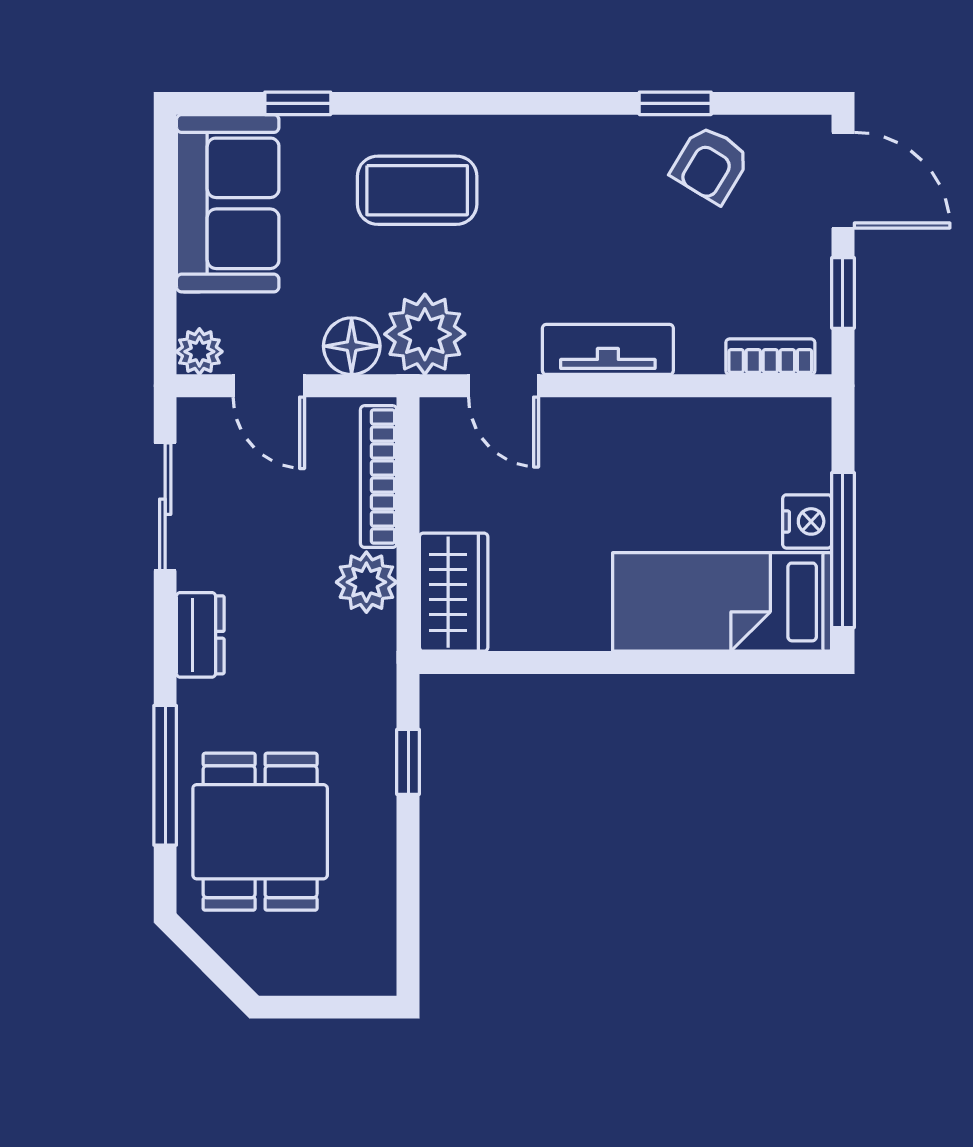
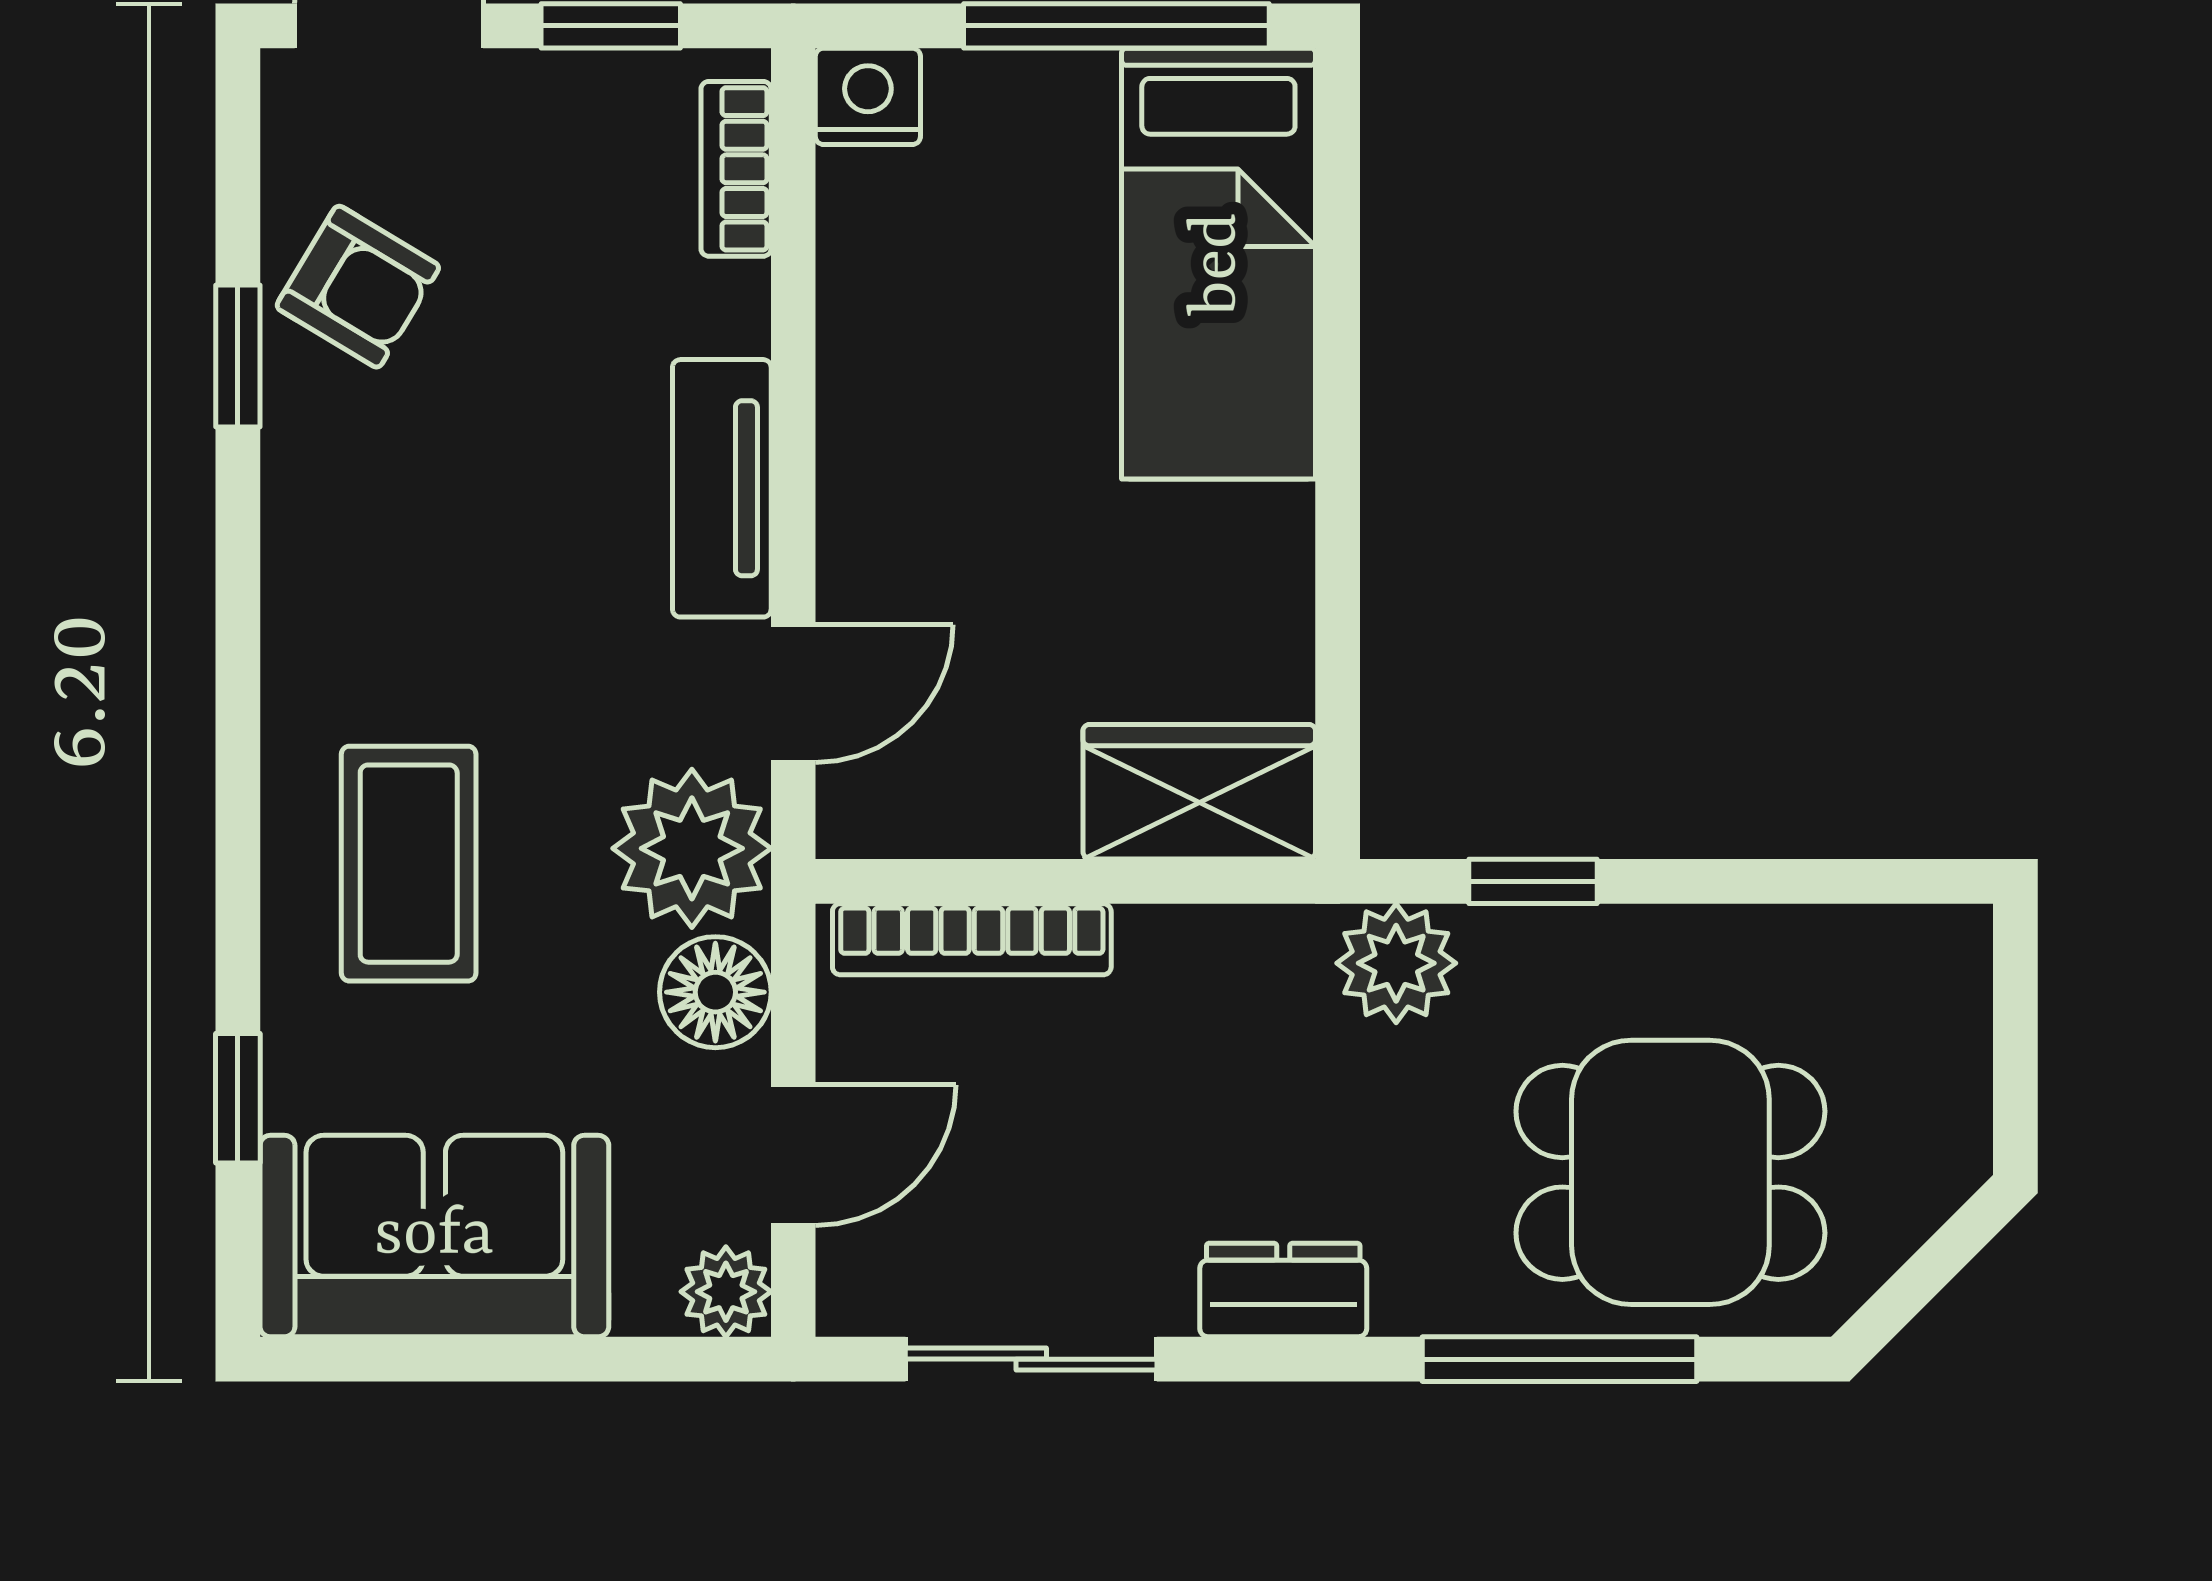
nightstand: (807, 521) -> (868, 96), moved
plant: (366, 582) -> (1396, 963), moved

